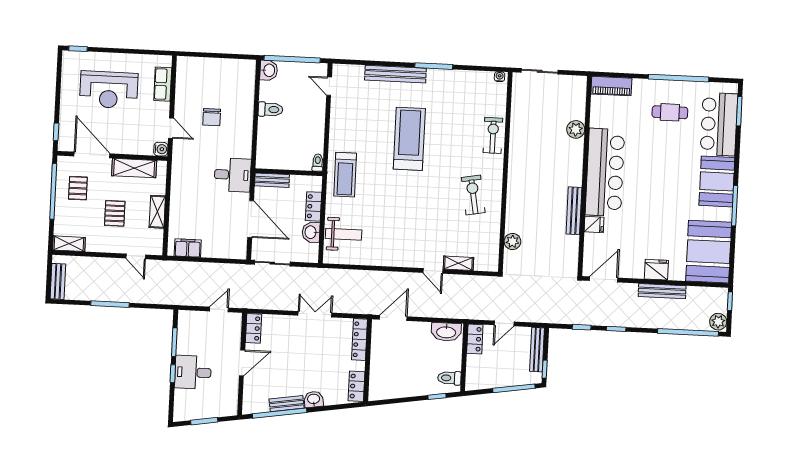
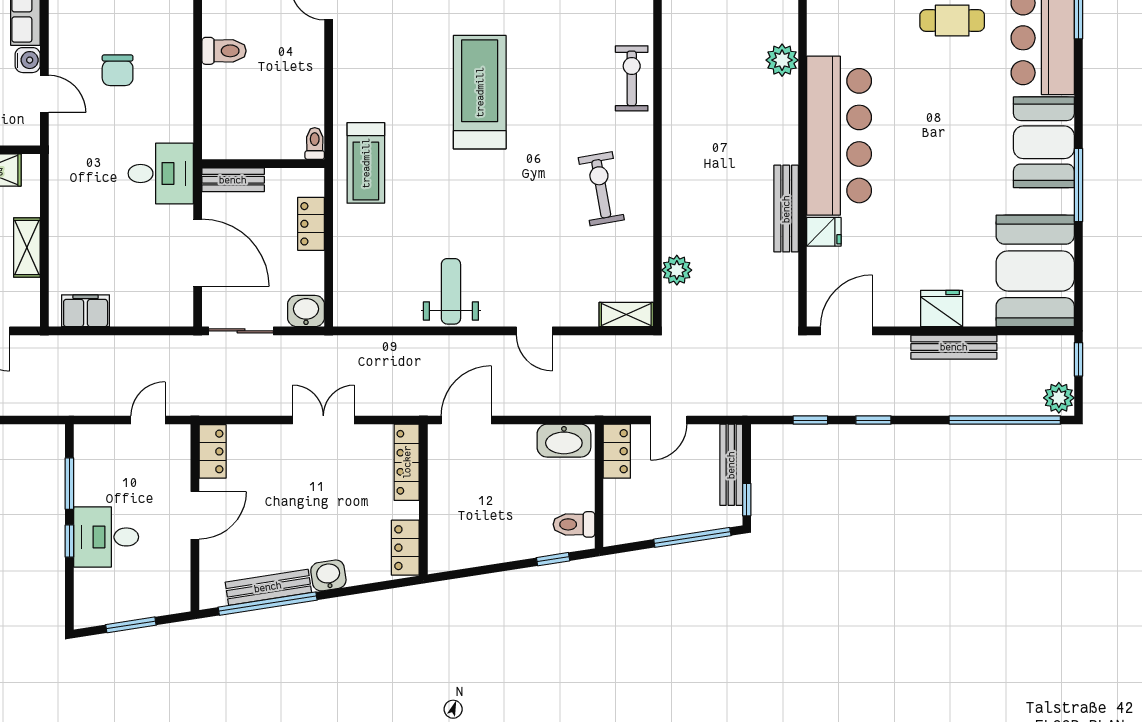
water cooler: (161, 149) -> (28, 60), moved
washbasin: (311, 232) -> (306, 311), moved, turned 90
weight bench: (344, 234) -> (451, 291), moved, turned -90
shelving: (458, 263) -> (626, 314), moved
bench: (287, 404) -> (268, 587), width x1.36

